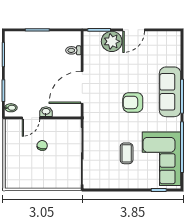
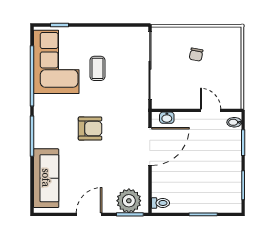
plant: (112, 41) -> (129, 201), moved
toilet: (73, 50) -> (160, 203), moved
sofa: (170, 92) -> (46, 178), moved
washbasin: (46, 112) -> (167, 118), moved
door: (31, 118) -> (211, 110), hinge flipped
chair: (42, 145) -> (196, 55), moved

